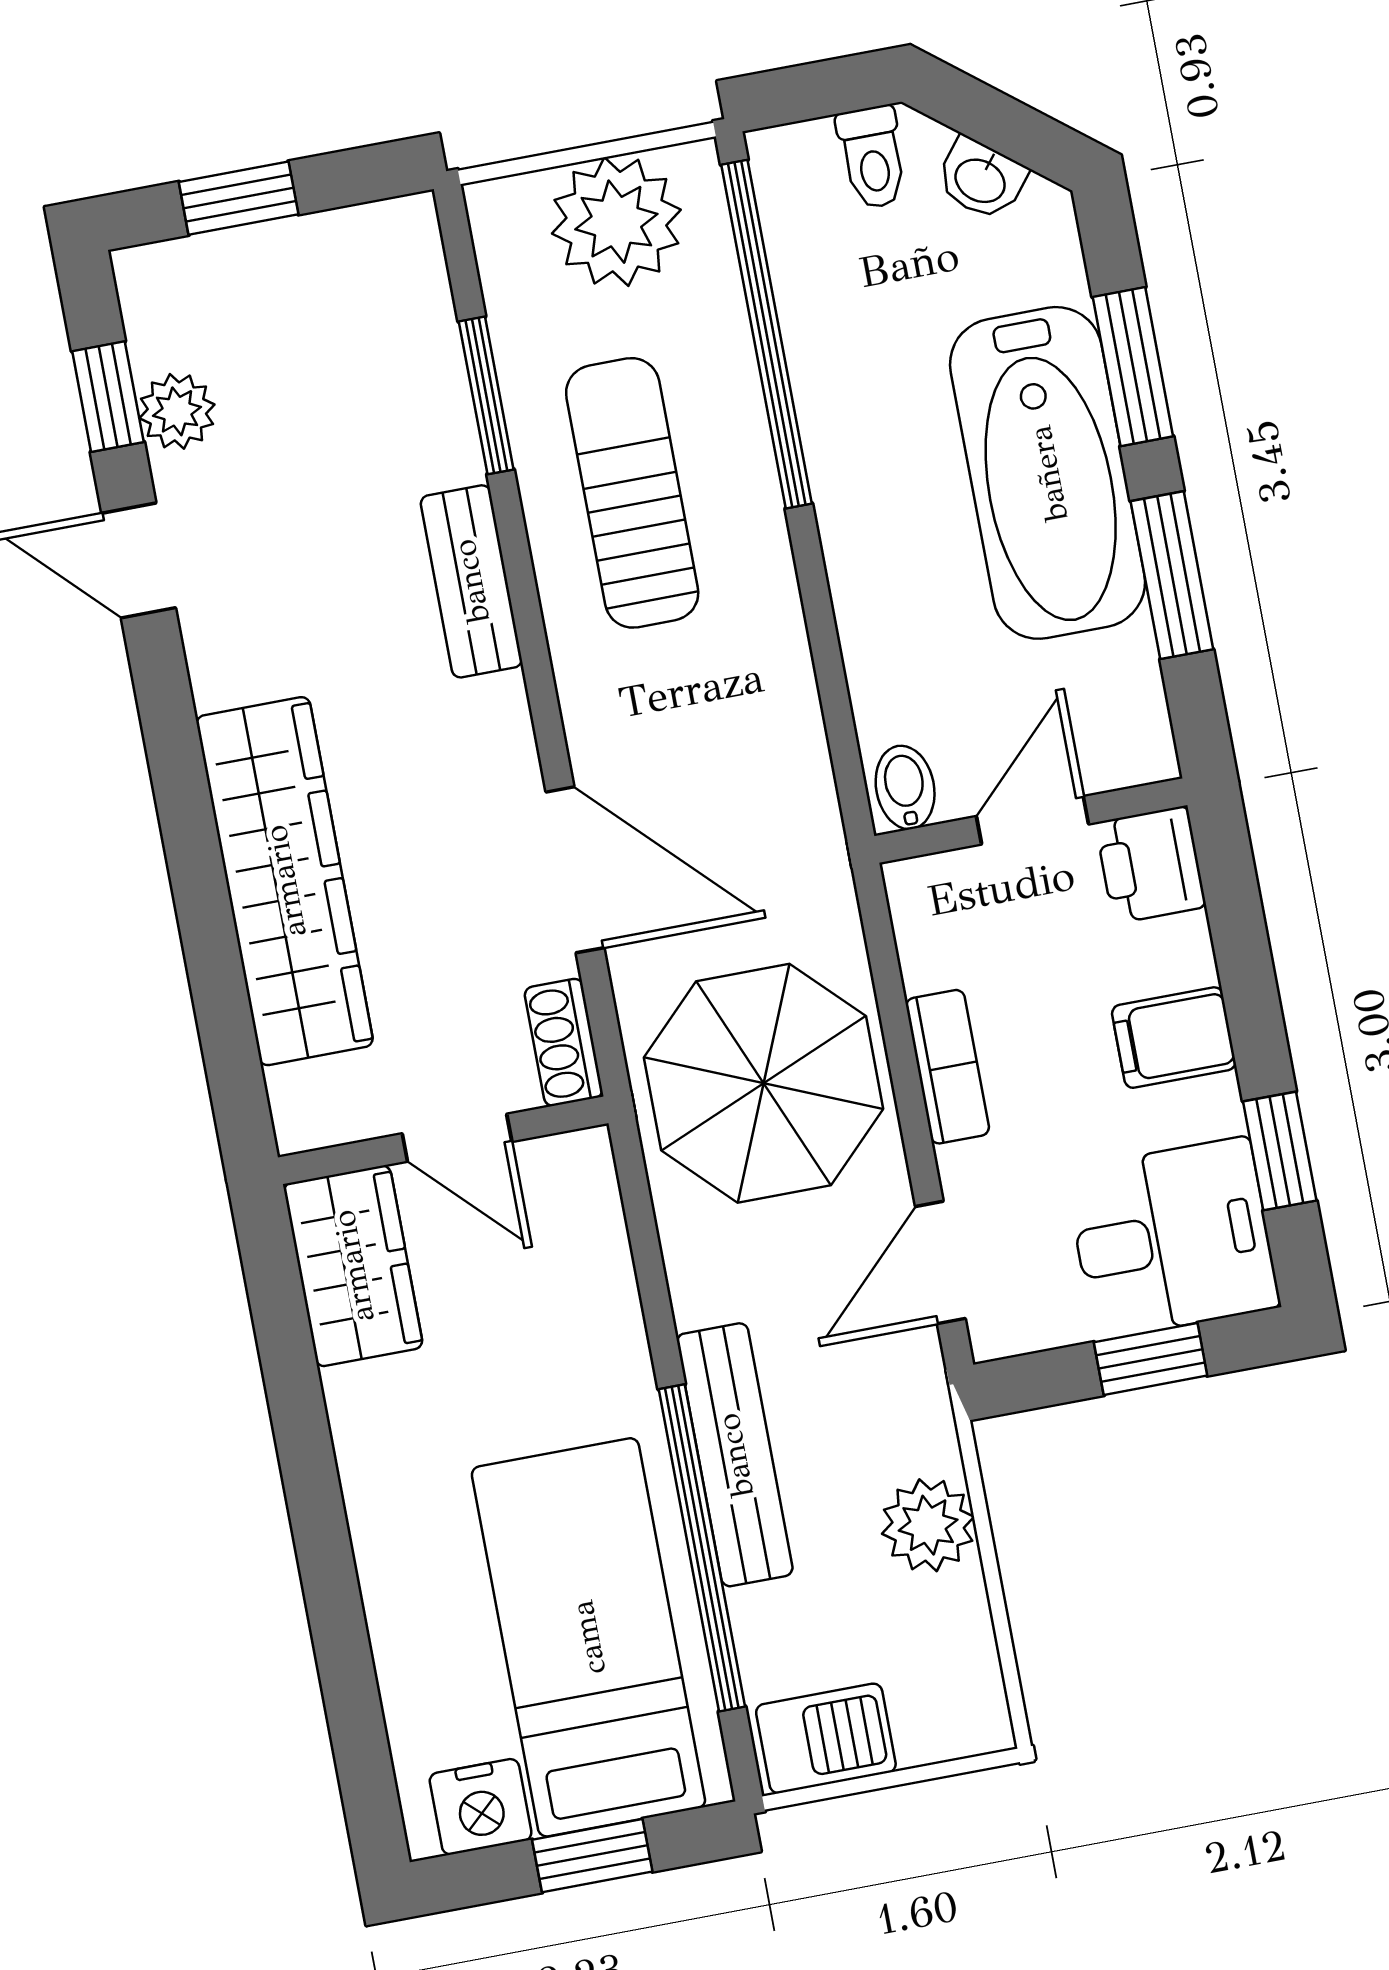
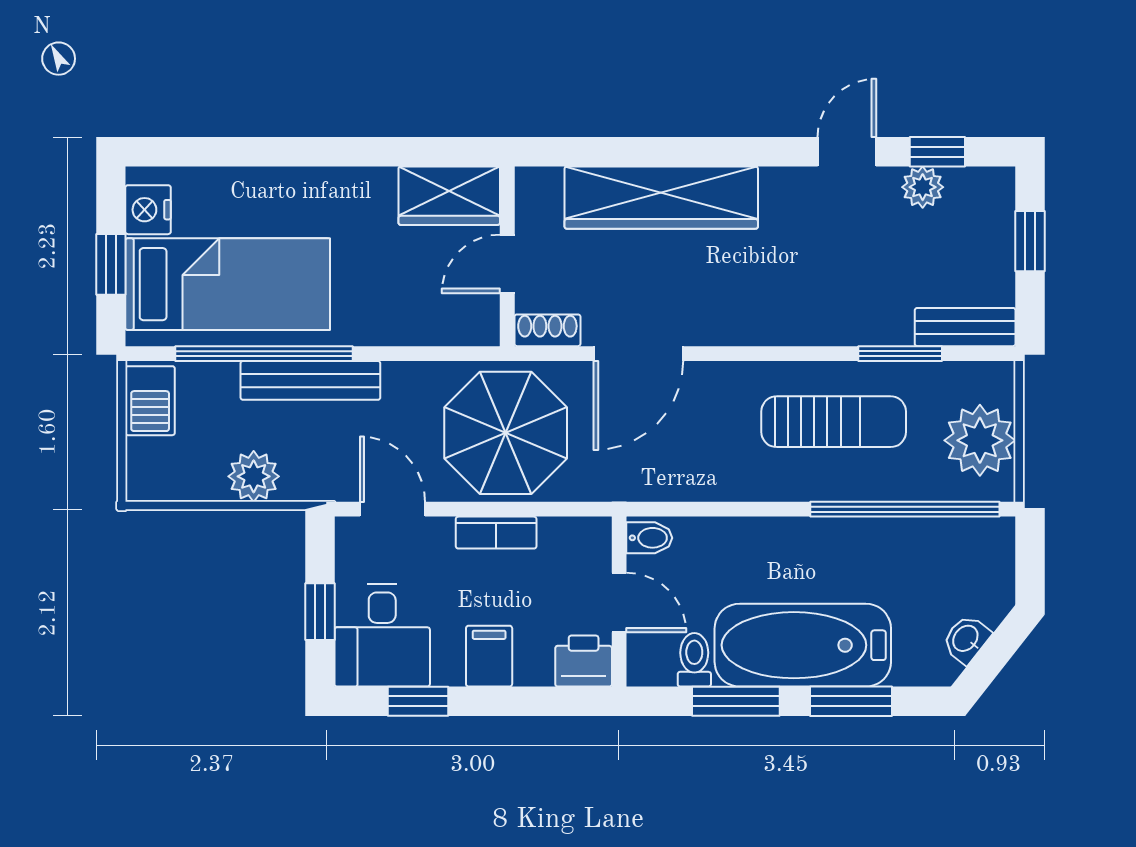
toilet: (872, 157) -> (694, 660), moved, turned 90
bench: (471, 581) -> (965, 327), moved

